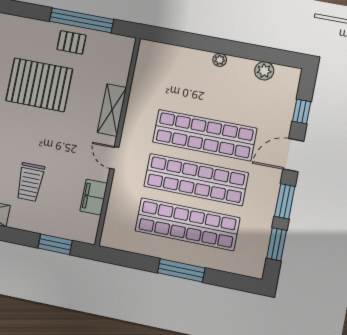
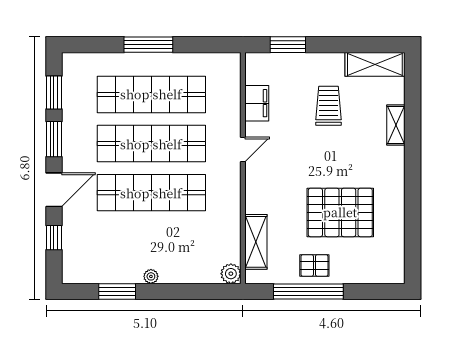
window: (253, 52) -> (117, 291), added
plant: (264, 71) -> (231, 274), moved
shelving: (112, 110) -> (256, 242), moved
door: (114, 158) -> (243, 149), hinge flipped

